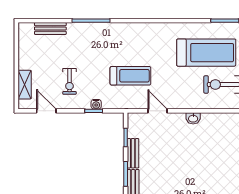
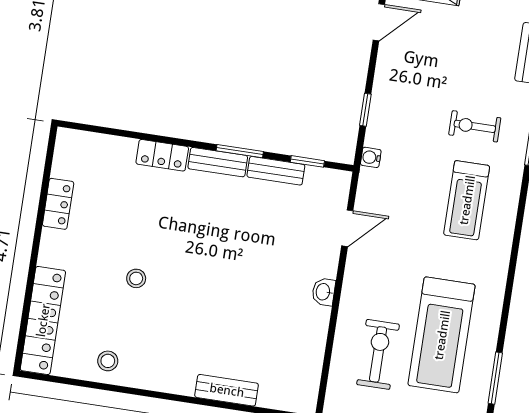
treadmill: (130, 76) -> (467, 200), moved
exercise bike: (69, 81) -> (475, 126), moved
water cooler: (96, 104) -> (371, 157), moved

